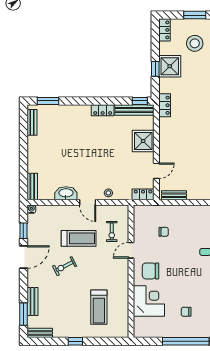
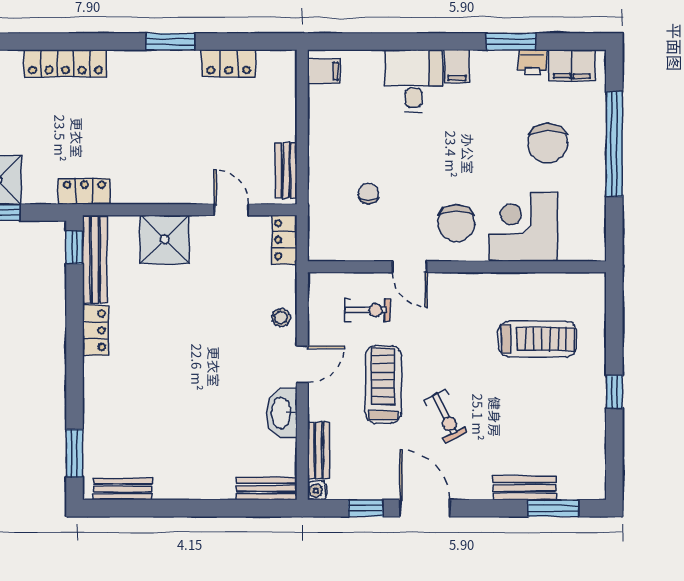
chair: (186, 312) -> (548, 143), width x1.87, depth x1.87
bench: (40, 333) -> (319, 450), moved

